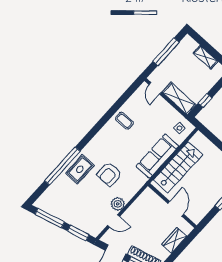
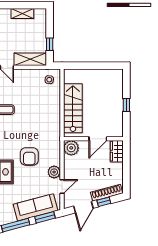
sofa: (157, 156) -> (35, 207), moved, turned 75
plant: (148, 197) -> (71, 148), added
door: (176, 209) -> (98, 139), swing flipped
wardrobe: (174, 240) -> (117, 151), moved

